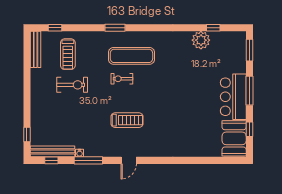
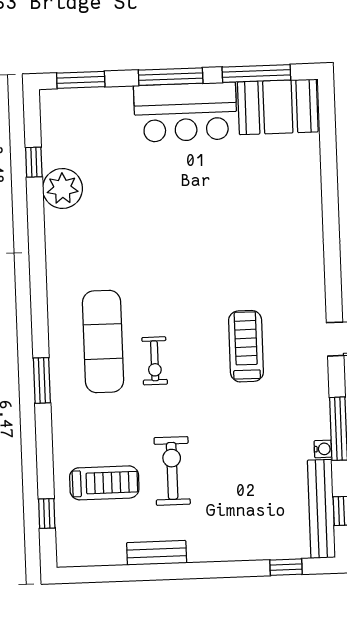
bench: (36, 49) -> (157, 553), moved, width x0.73
window: (249, 129) -> (256, 73), width x2.17

